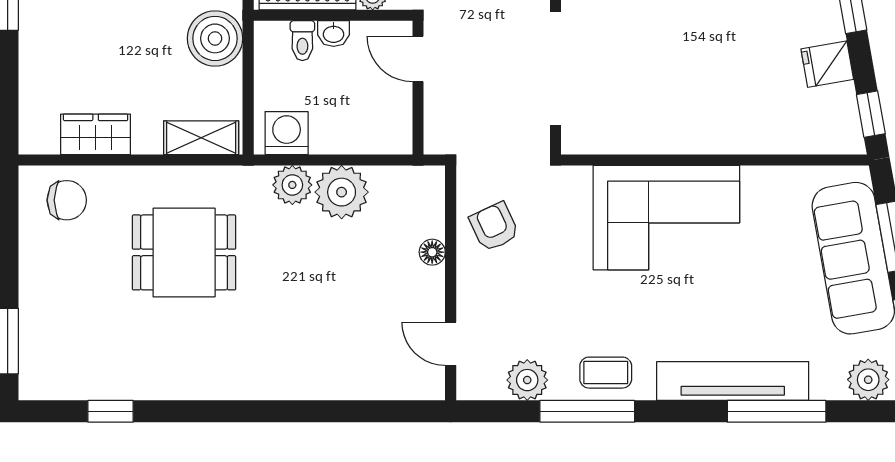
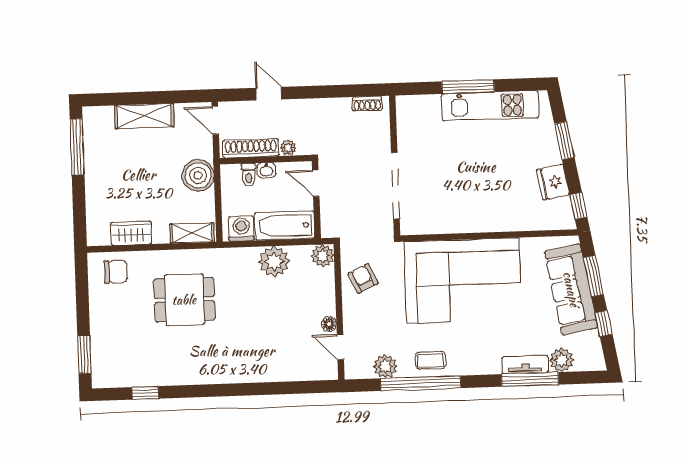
fridge: (827, 64) -> (553, 182), width x1.38
bathtub: (362, 131) -> (285, 226), added
plant: (292, 185) -> (323, 256), moved
corner sofa: (666, 218) -> (463, 281), width x1.36, depth x1.36
floor lamp: (432, 252) -> (329, 324), moved
plant: (868, 380) -> (562, 360), moved
tv unit: (733, 381) -> (525, 365), width x0.52, depth x0.78
window: (587, 411) -> (421, 383), width x1.46

